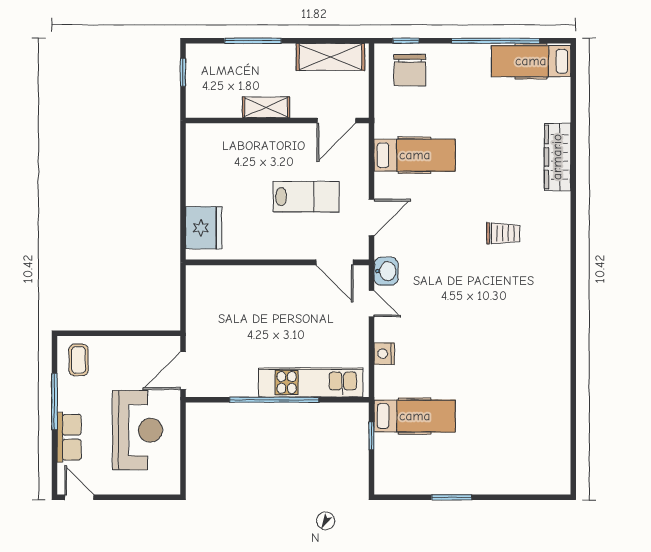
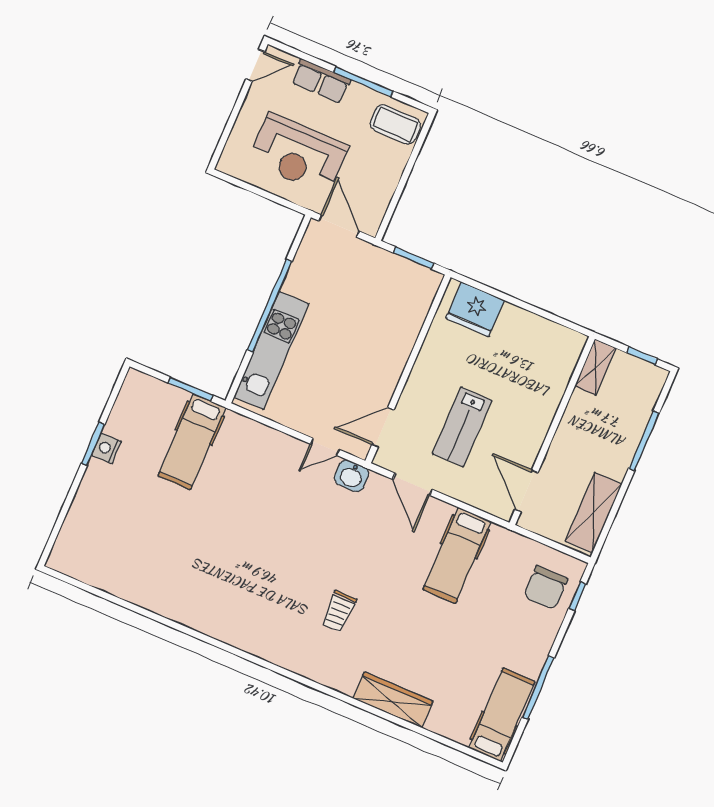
window: (496, 41) -> (538, 688), width x0.68
chair: (410, 70) -> (546, 588), turned -90
shelving: (266, 107) -> (595, 367), moved
window: (183, 297) -> (414, 258), added
nightstand: (384, 354) -> (106, 448), moved, turned -90
coffee table: (79, 360) -> (395, 124), width x1.36, depth x1.30
window: (371, 436) -> (190, 389), width x1.50

